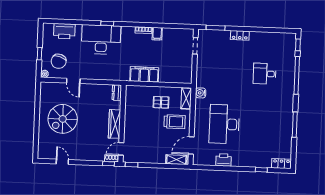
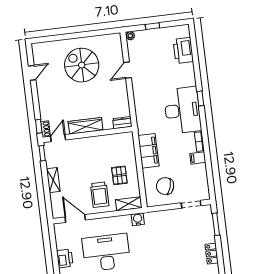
desk: (101, 40) -> (182, 110), moved
chair: (59, 61) -> (165, 186), moved
door: (121, 149) -> (58, 138), hinge flipped
shelving: (176, 160) -> (53, 180), moved

